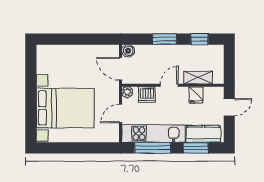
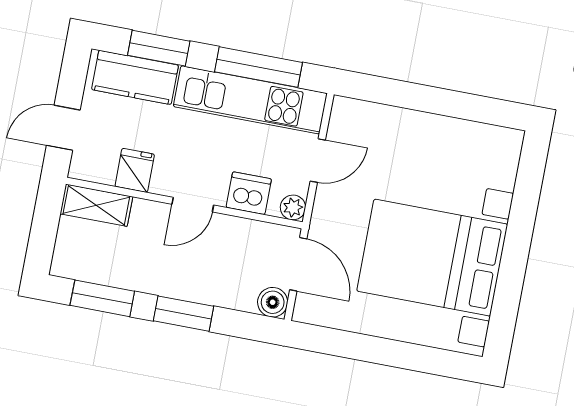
window: (200, 39) -> (102, 298), width x1.50
shelving: (198, 77) -> (96, 205), moved
bed with nightstands: (65, 108) -> (432, 258), moved

